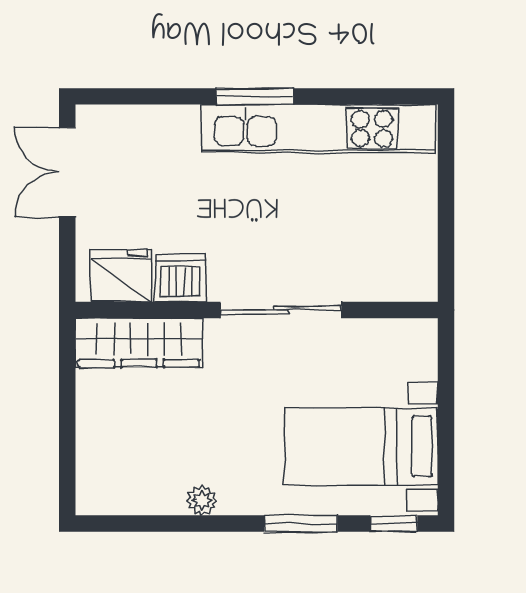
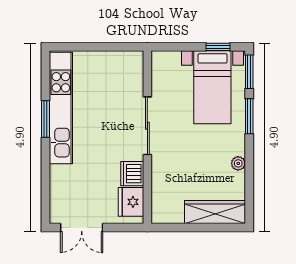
window: (255, 96) -> (45, 119), moved
wardrobe: (139, 343) -> (215, 212), moved, turned -90
window: (446, 458) -> (218, 47), added
window: (394, 524) -> (249, 72), width x1.50

